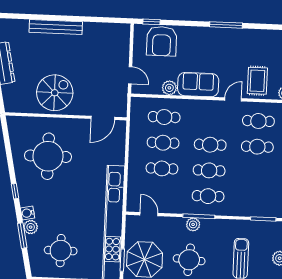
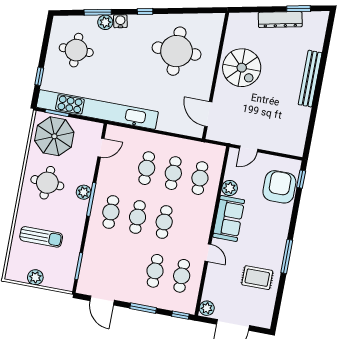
armchair: (162, 41) -> (279, 187), turned 90
rug: (257, 81) -> (257, 278), moved

